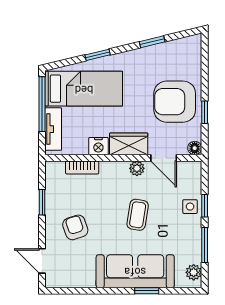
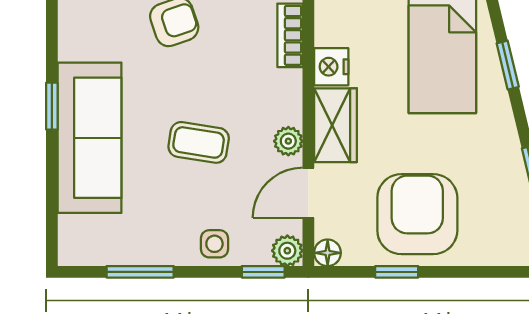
window: (205, 206) -> (263, 272), moved
plant: (194, 272) -> (287, 251), moved
window: (147, 291) -> (52, 106), moved

